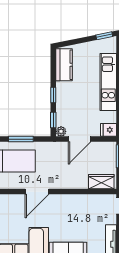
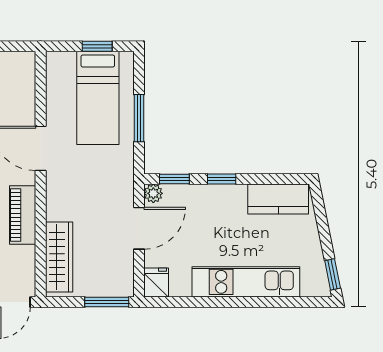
door: (80, 139) -> (139, 228), swing flipped
wardrobe: (101, 182) -> (59, 257), width x1.50
piano: (73, 201) -> (23, 215), added

